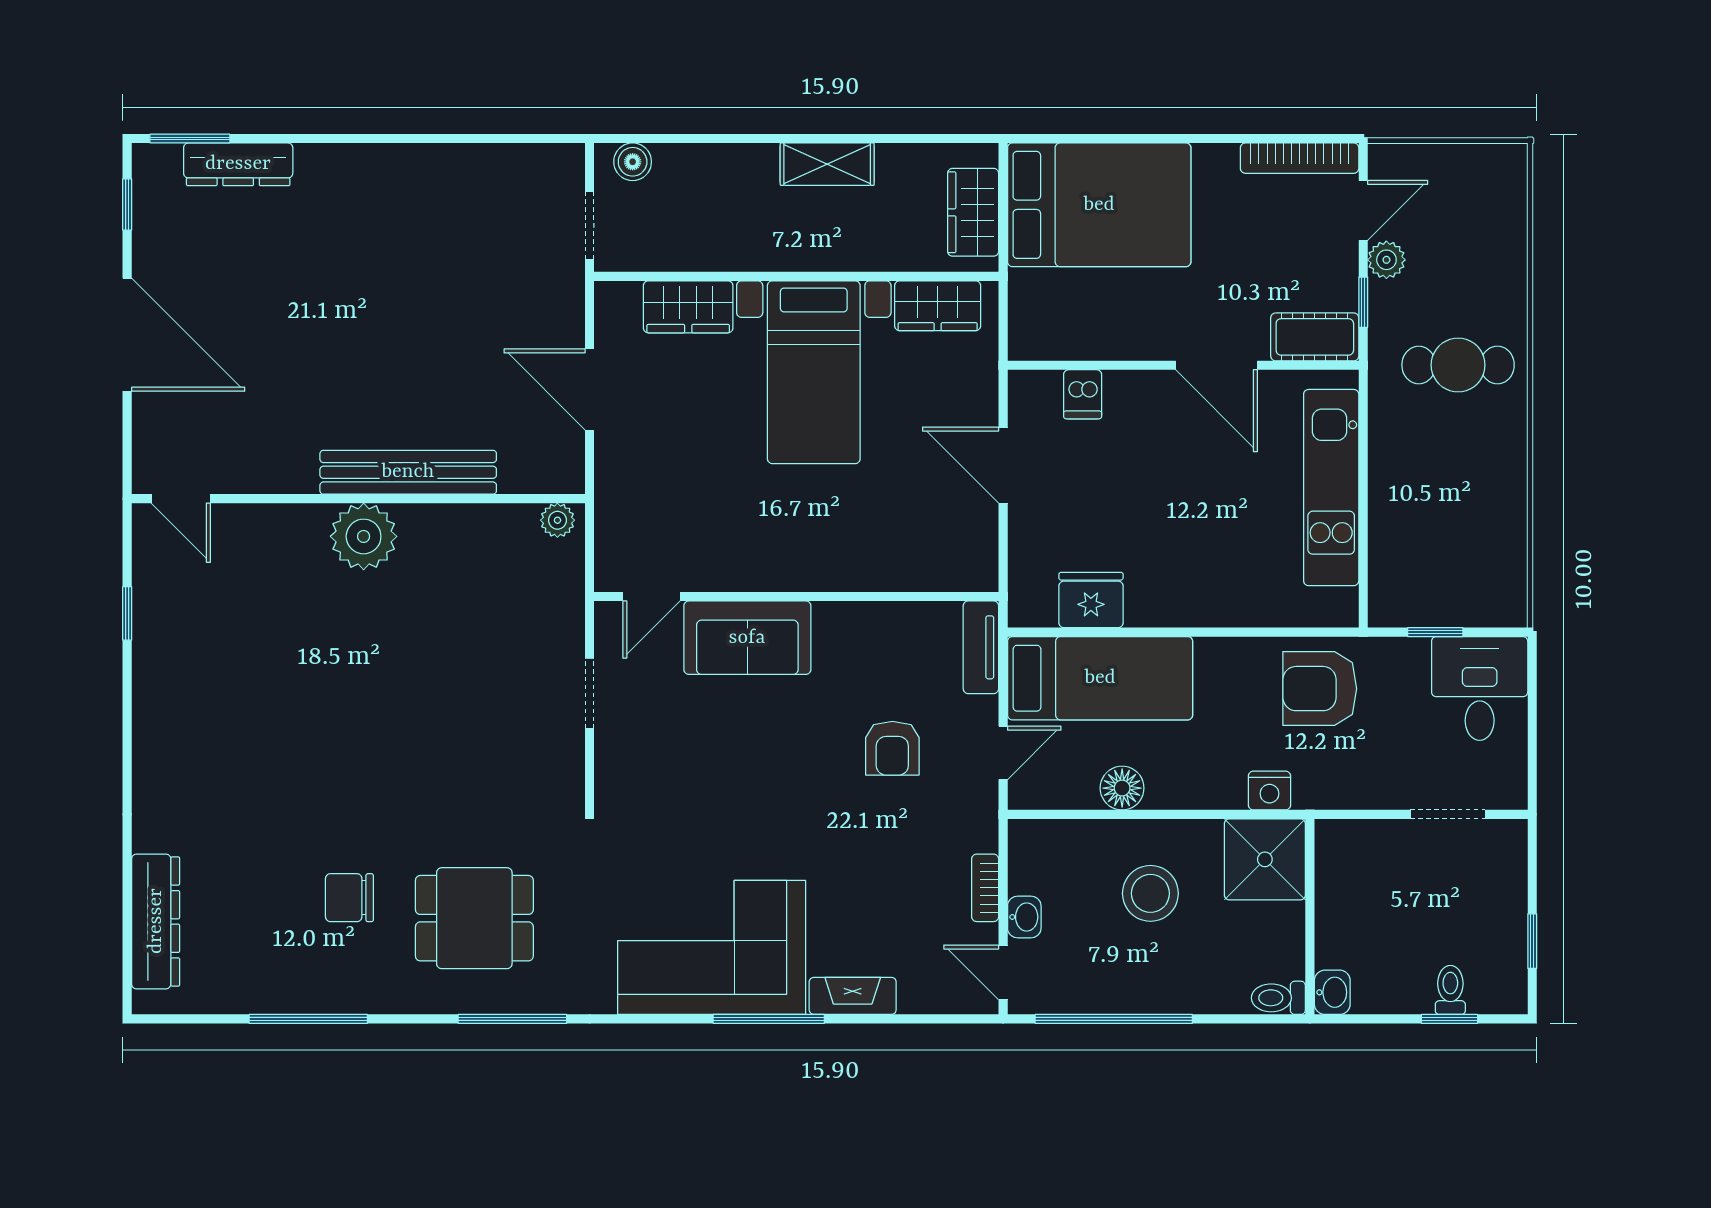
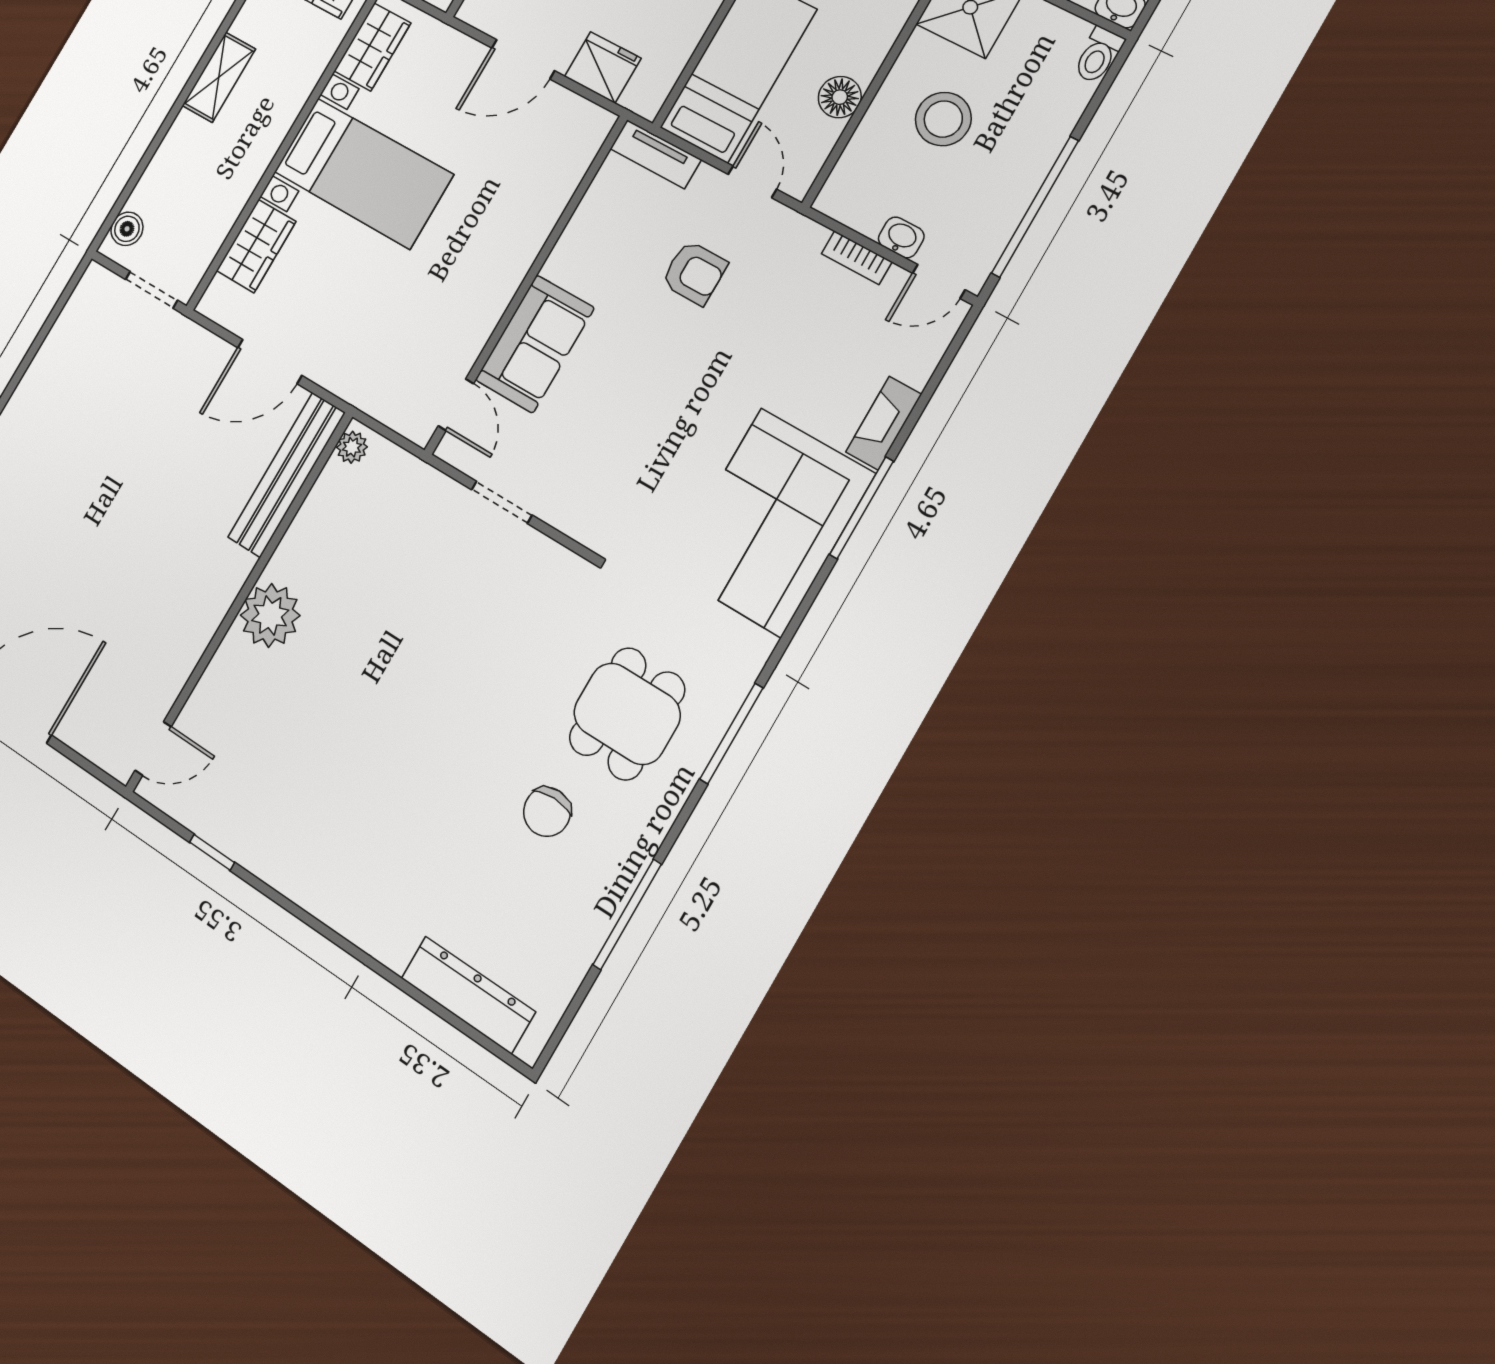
bench: (408, 472) -> (287, 475), moved
fridge: (1091, 600) -> (603, 67), moved, turned 90

